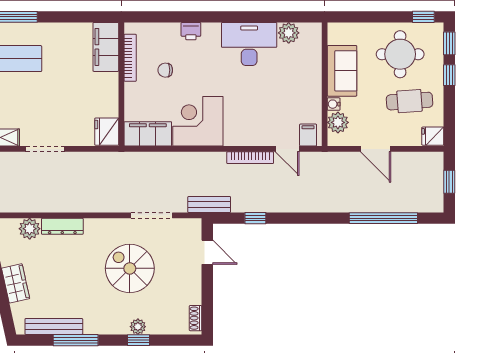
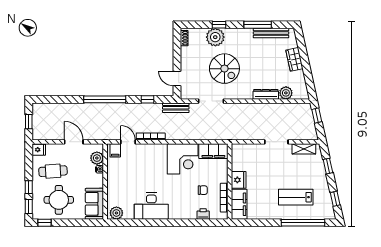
printer: (191, 31) -> (203, 214), moved
plant: (289, 33) -> (116, 213), moved
sofa: (342, 71) -> (94, 204), moved
fridge: (107, 132) -> (239, 180), moved
window: (383, 218) -> (105, 99), moved
plant: (138, 327) -> (215, 37), width x1.88, depth x1.88

